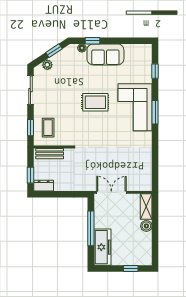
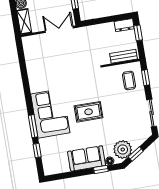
plant: (47, 65) -> (123, 149), moved, width x1.87, depth x1.87
window: (155, 112) -> (33, 126), moved
double door: (111, 192) -> (59, 29), swing flipped

